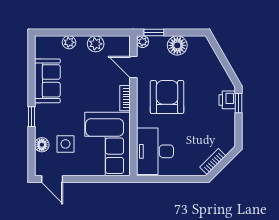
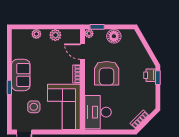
sofa: (47, 81) -> (21, 75), moved
armchair: (167, 97) -> (107, 73), turned 180
floor lamp: (42, 145) -> (17, 107), removed

